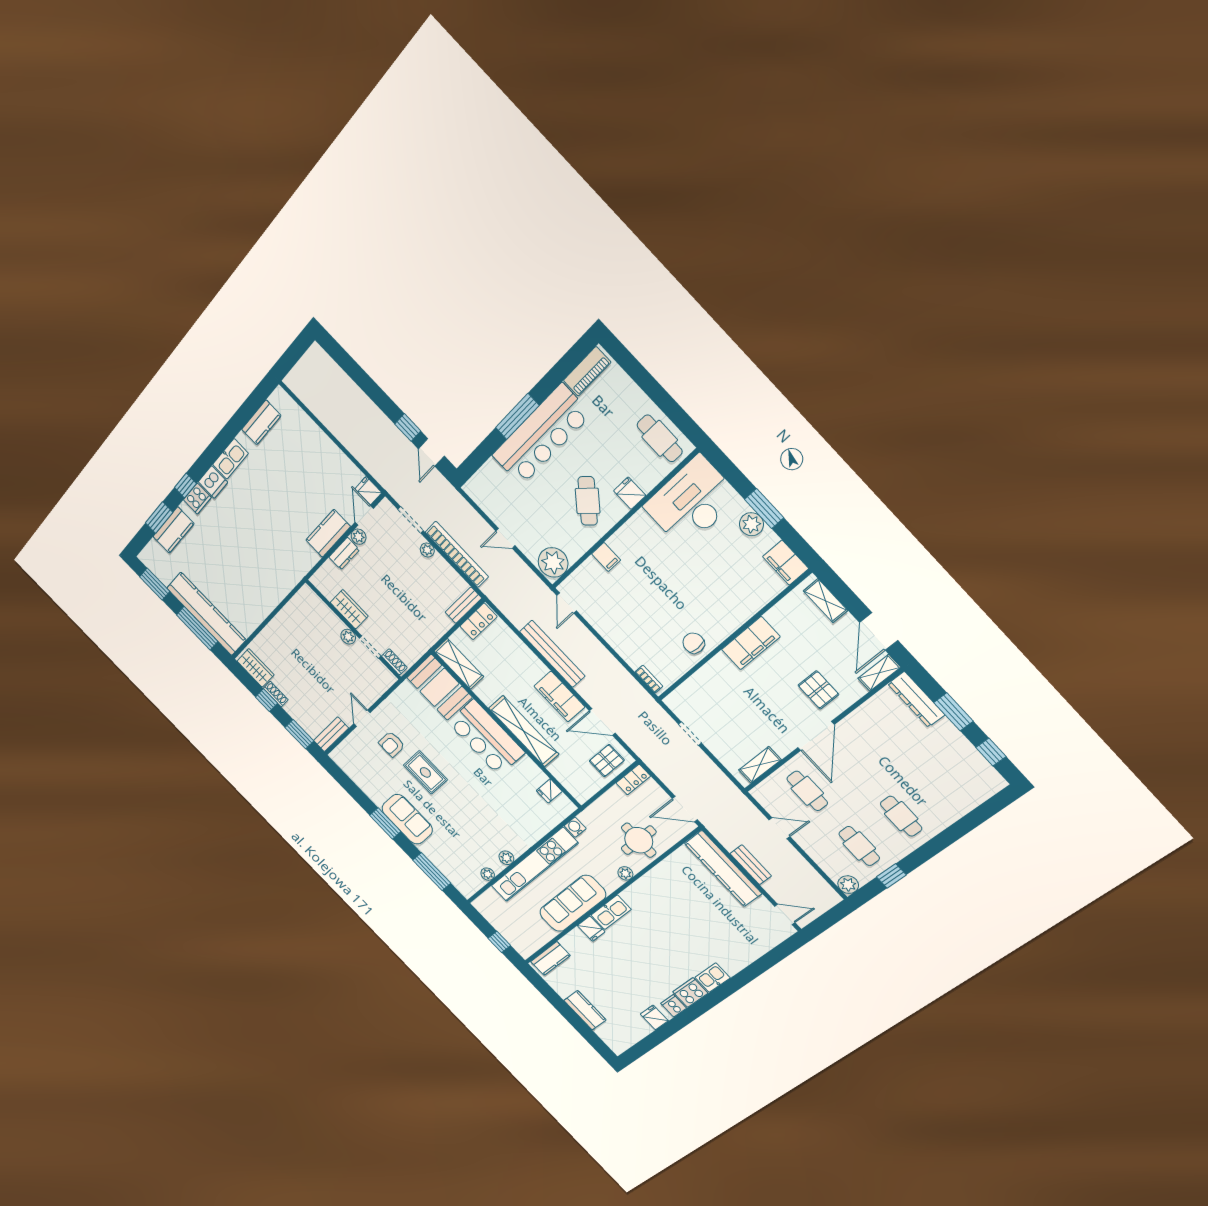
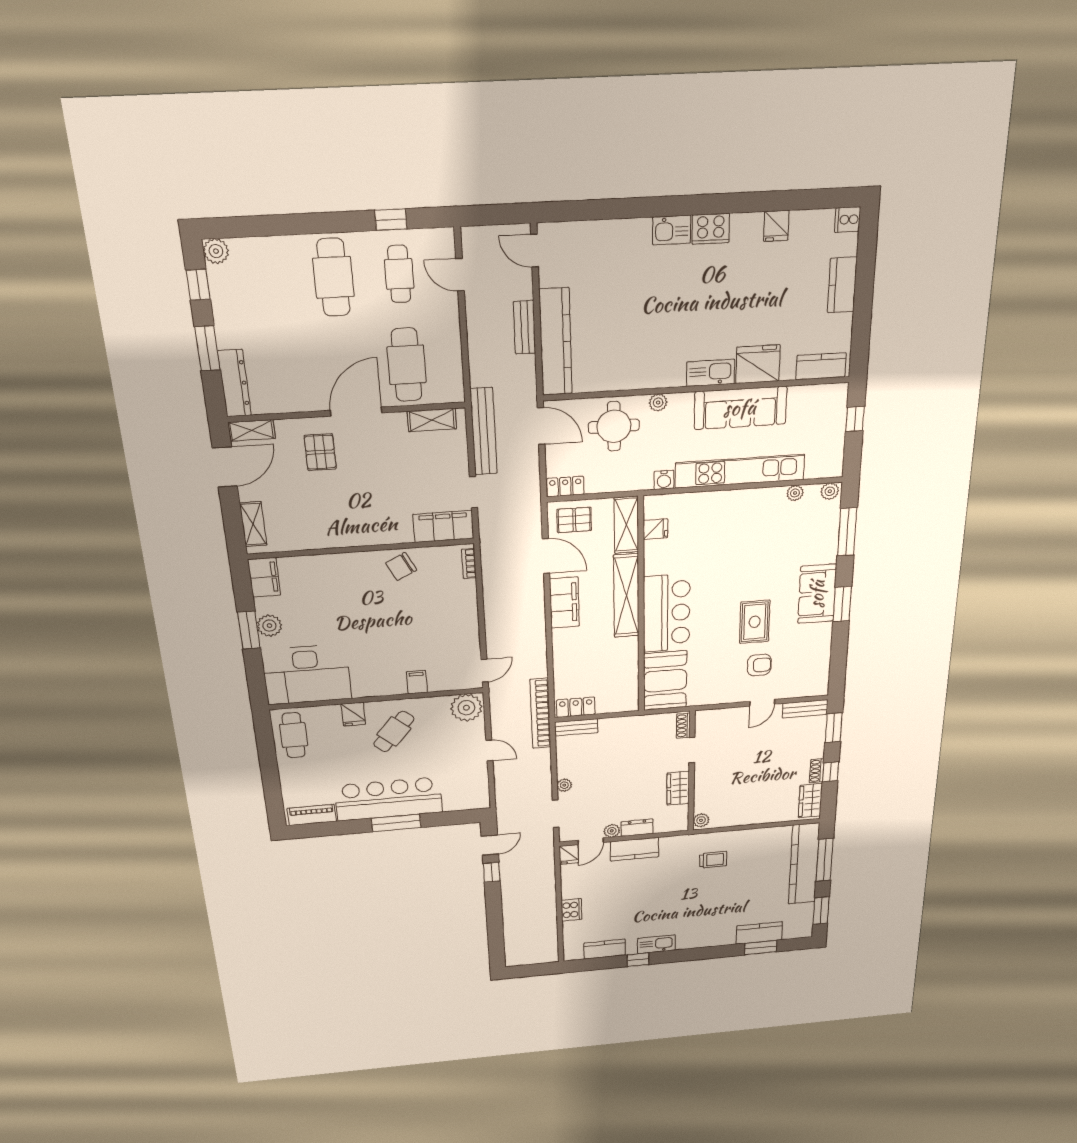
dishwasher: (213, 482) -> (688, 940), removed
window: (185, 486) -> (638, 960), moved
cooker: (197, 499) -> (572, 910), moved, turned 90
bookcase: (457, 554) -> (540, 714), moved
trolley: (268, 568) -> (713, 860), added
plant: (348, 637) -> (701, 820), moved
chair: (694, 643) -> (401, 567), turned 63
filing cabinet: (751, 643) -> (443, 526), moved
bench: (552, 654) -> (484, 431), moved
shelving: (459, 664) -> (626, 525), moved
cafe table: (807, 791) -> (407, 365), width x1.37, depth x1.35
cafe table: (901, 816) -> (333, 277), width x1.37, depth x1.35
door: (779, 828) -> (460, 275), moved
plant: (506, 858) -> (830, 491), moved
plant: (848, 885) -> (216, 251), moved
fridge: (591, 929) -> (758, 364), width x1.88, depth x1.34
cooker: (674, 1006) -> (848, 220), moved, turned 90

